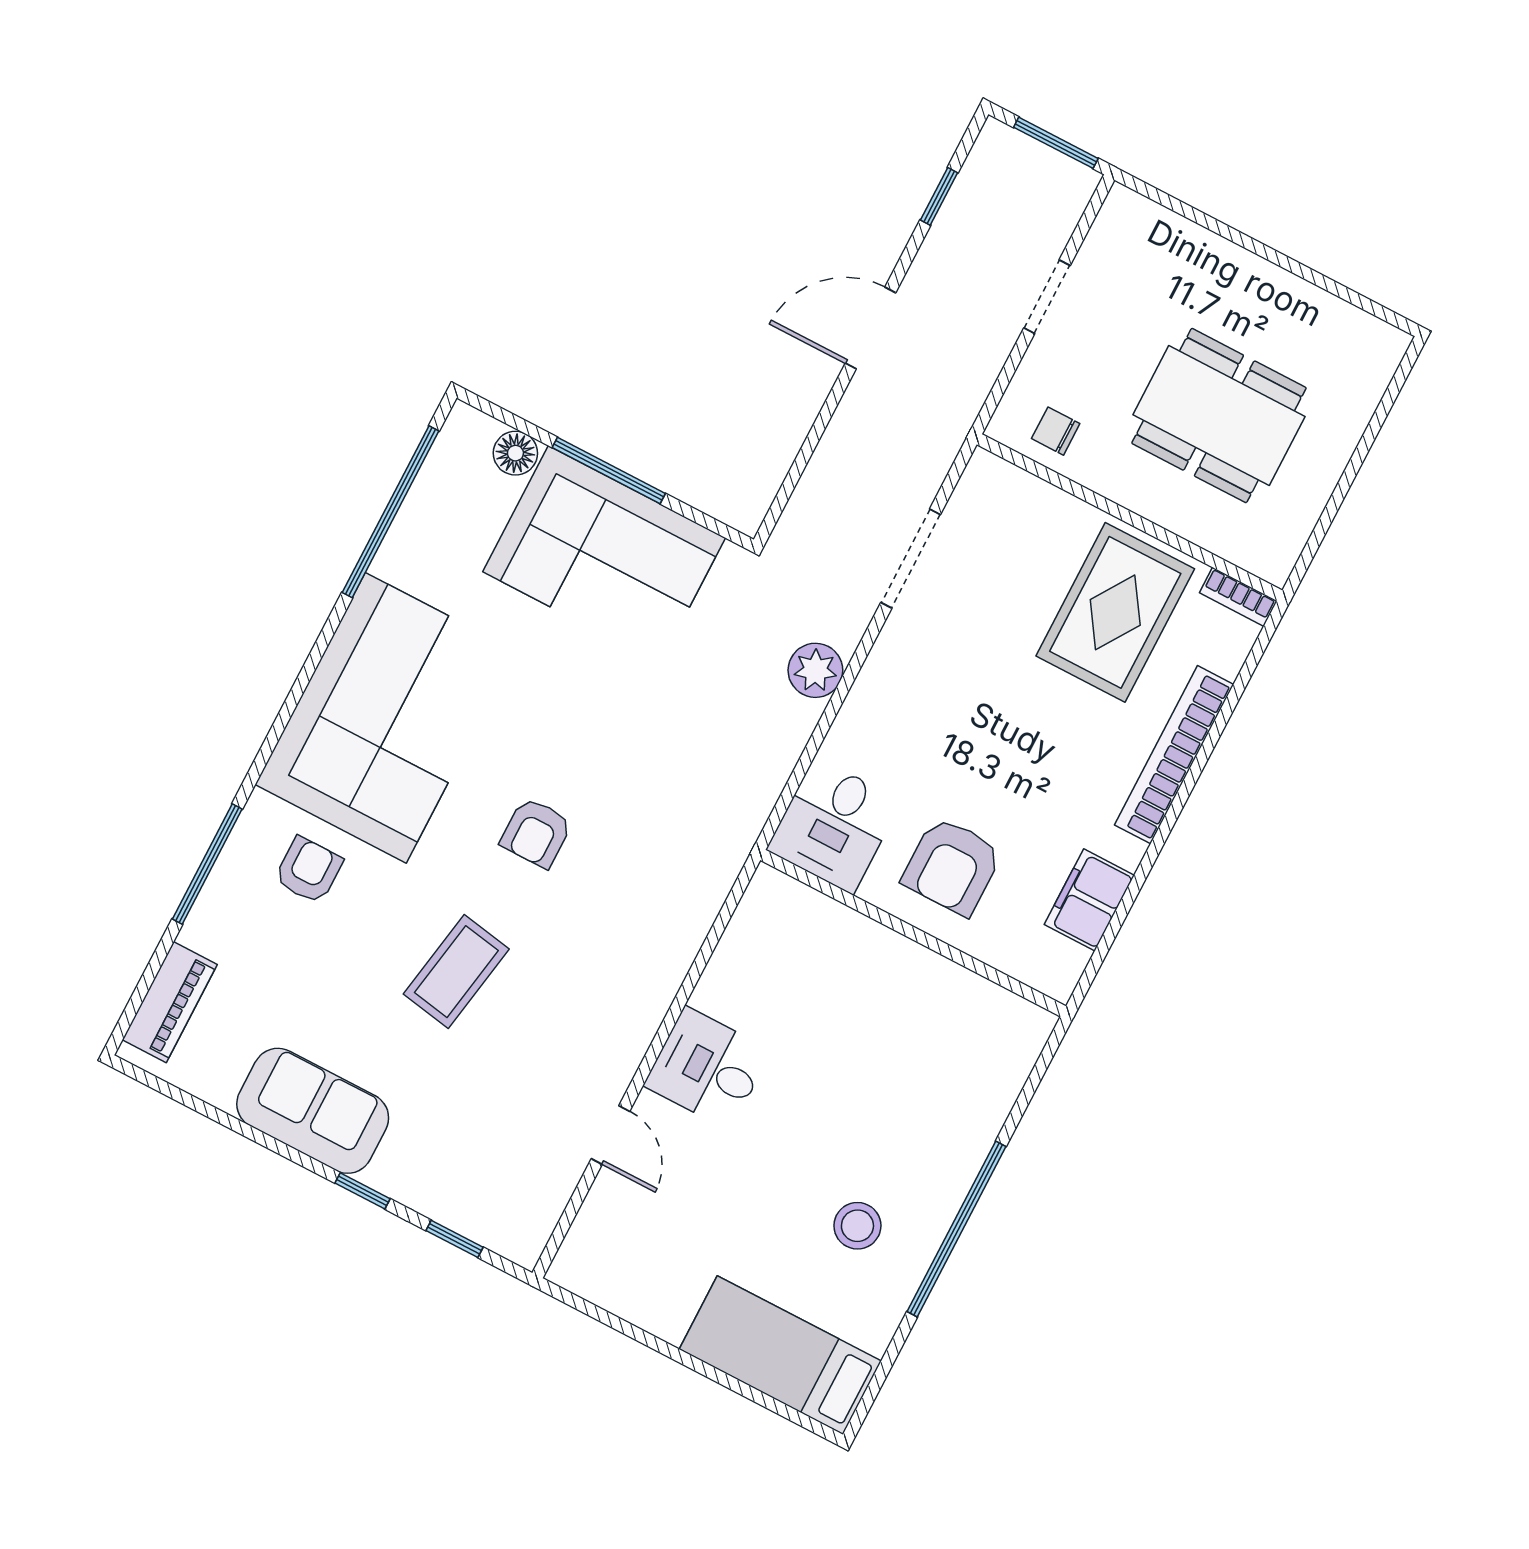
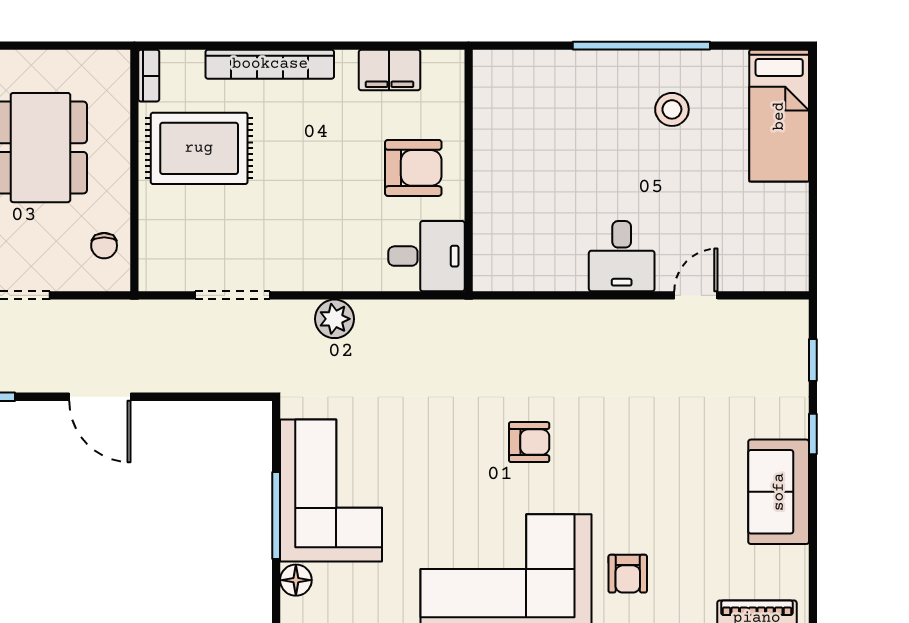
armchair: (309, 870) -> (628, 574), turned -90
coffee table: (456, 972) -> (643, 447), removed

